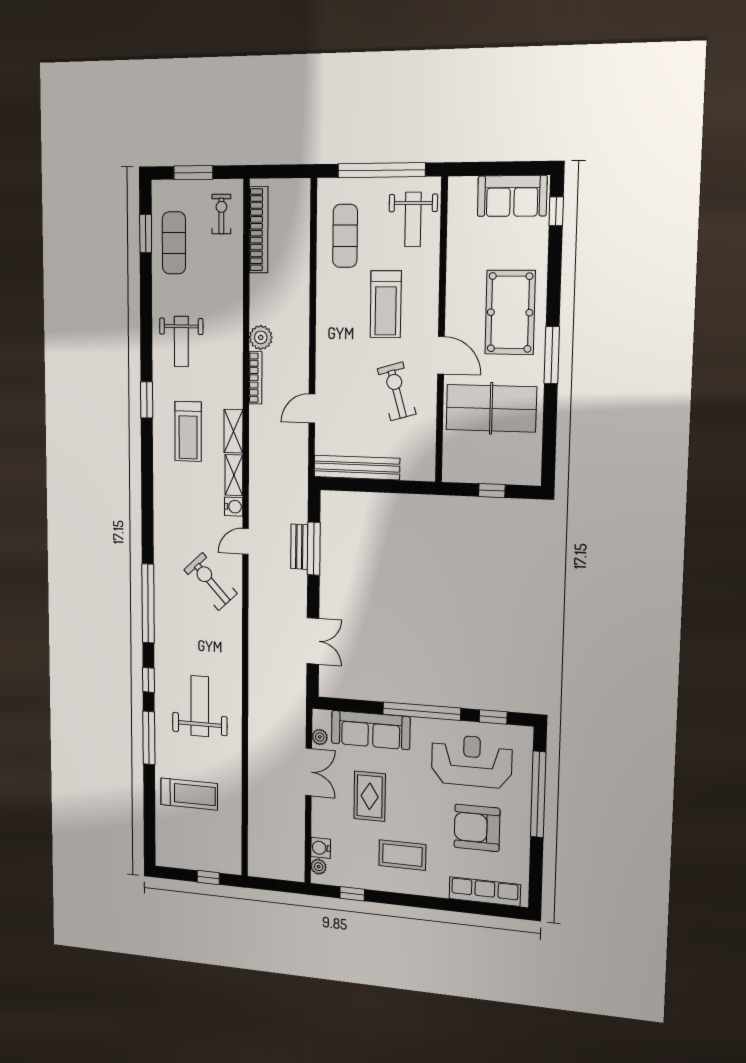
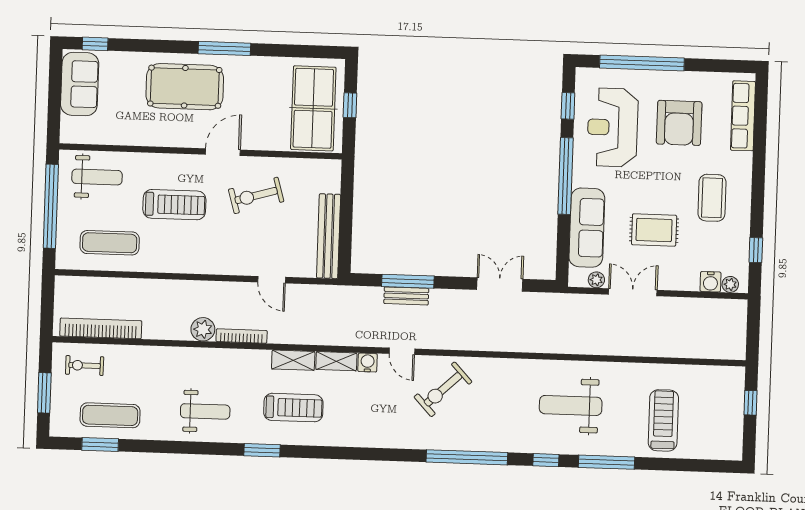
table tennis table: (491, 408) -> (313, 108), moved

